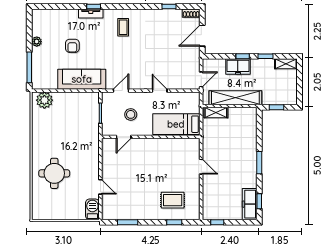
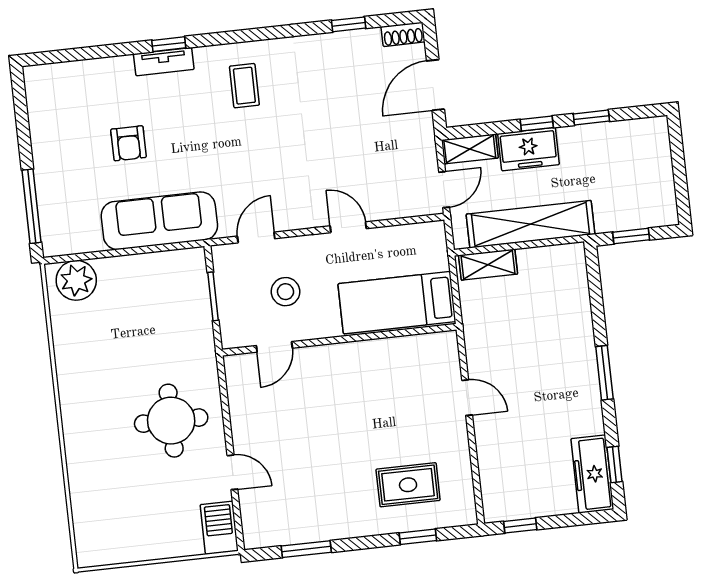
plant: (37, 42) -> (42, 142), removed
shelving: (286, 64) -> (470, 149), moved
round table: (54, 173) -> (171, 421), moved

